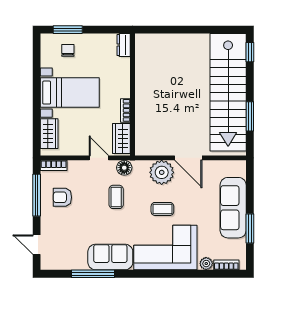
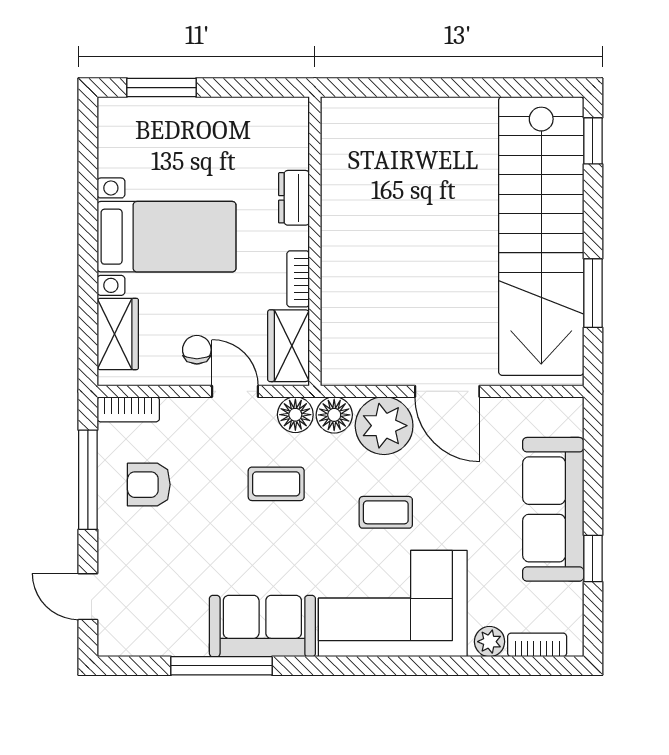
dresser: (124, 45) -> (294, 198), moved
chair: (68, 50) -> (197, 350), moved
floor lamp: (141, 168) -> (334, 415), added
coffee table: (116, 197) -> (276, 484), turned 90
window: (250, 228) -> (593, 559), width x0.67

